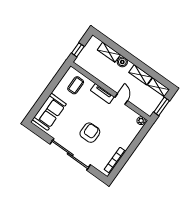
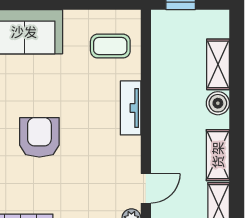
door: (121, 99) -> (146, 188), moved
armchair: (90, 133) -> (39, 137), turned -90

